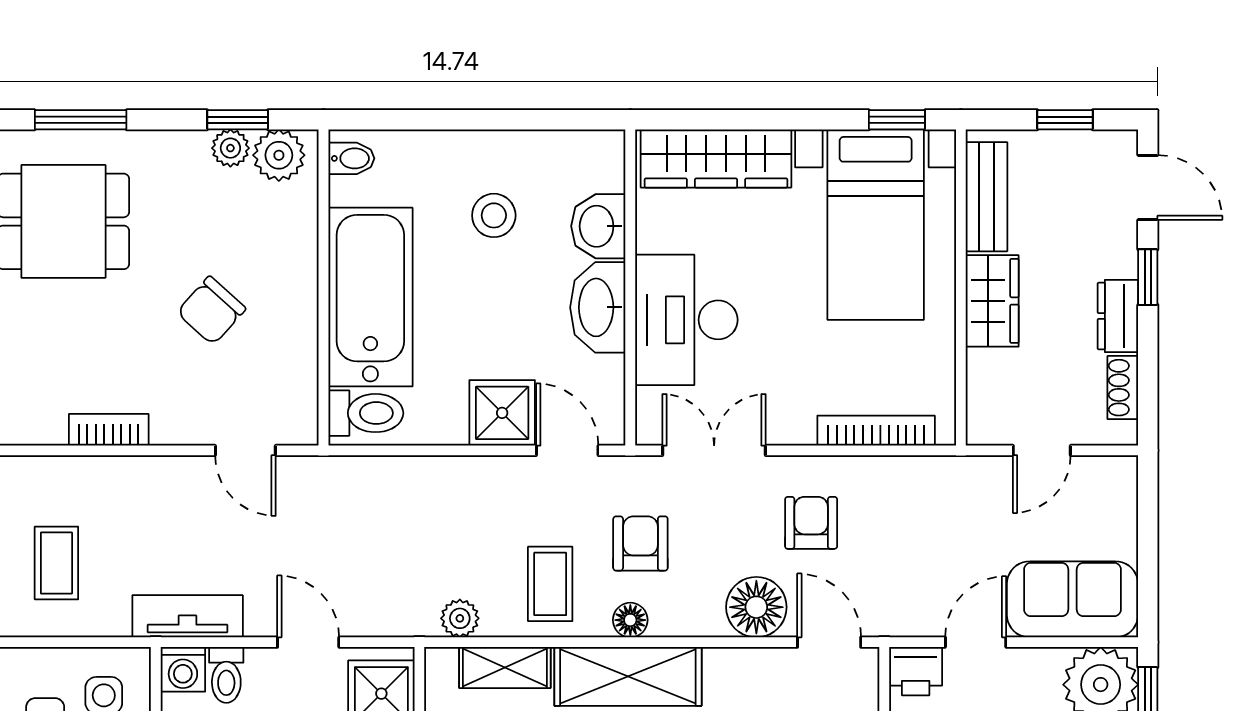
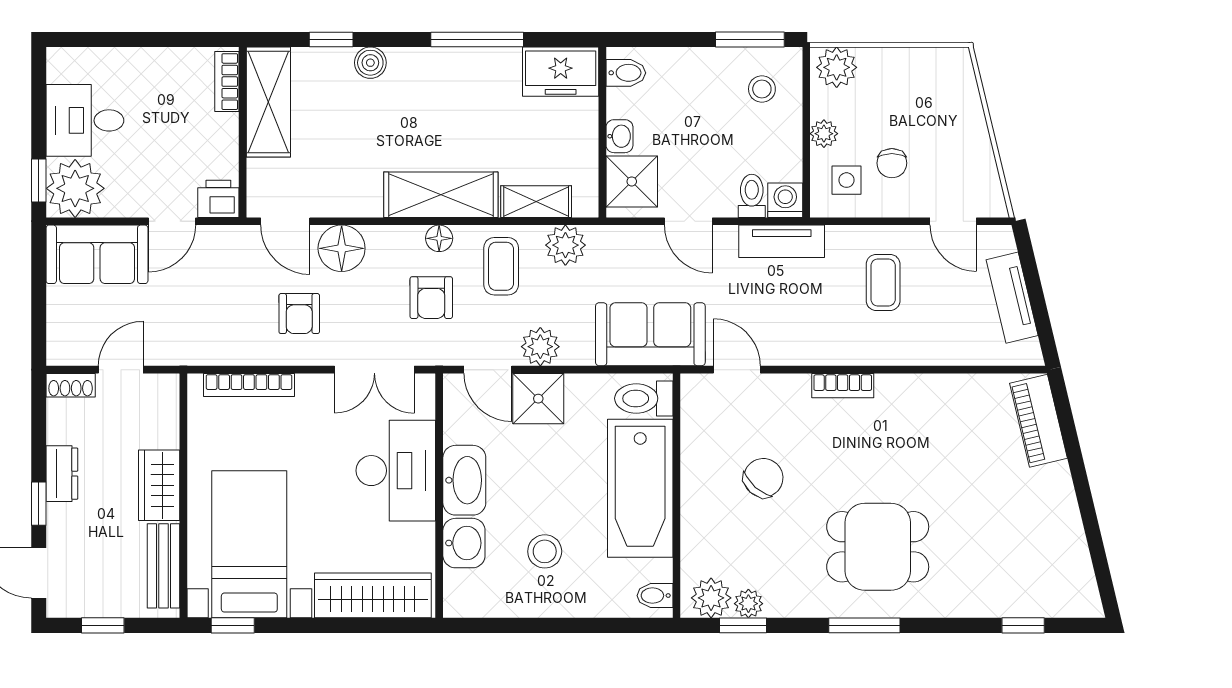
shoe rack: (1123, 388) -> (71, 385), moved, turned 90
plant: (500, 480) -> (540, 347), added
sofa: (357, 496) -> (650, 334), added
plant: (460, 618) -> (565, 245), width x1.38, depth x1.38

